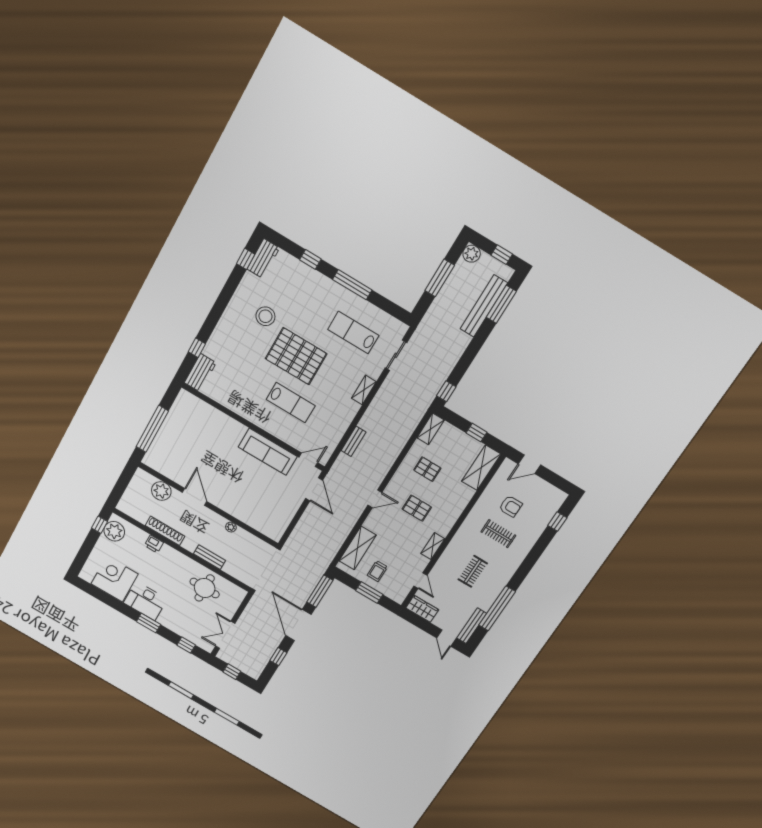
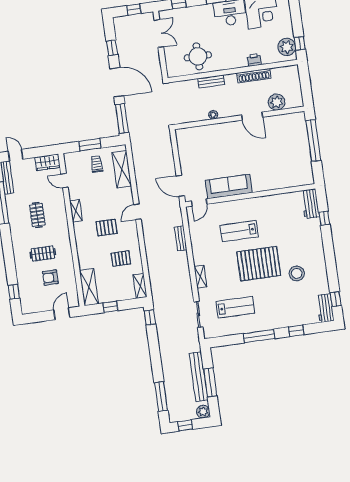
bench: (484, 306) -> (199, 377), moved

